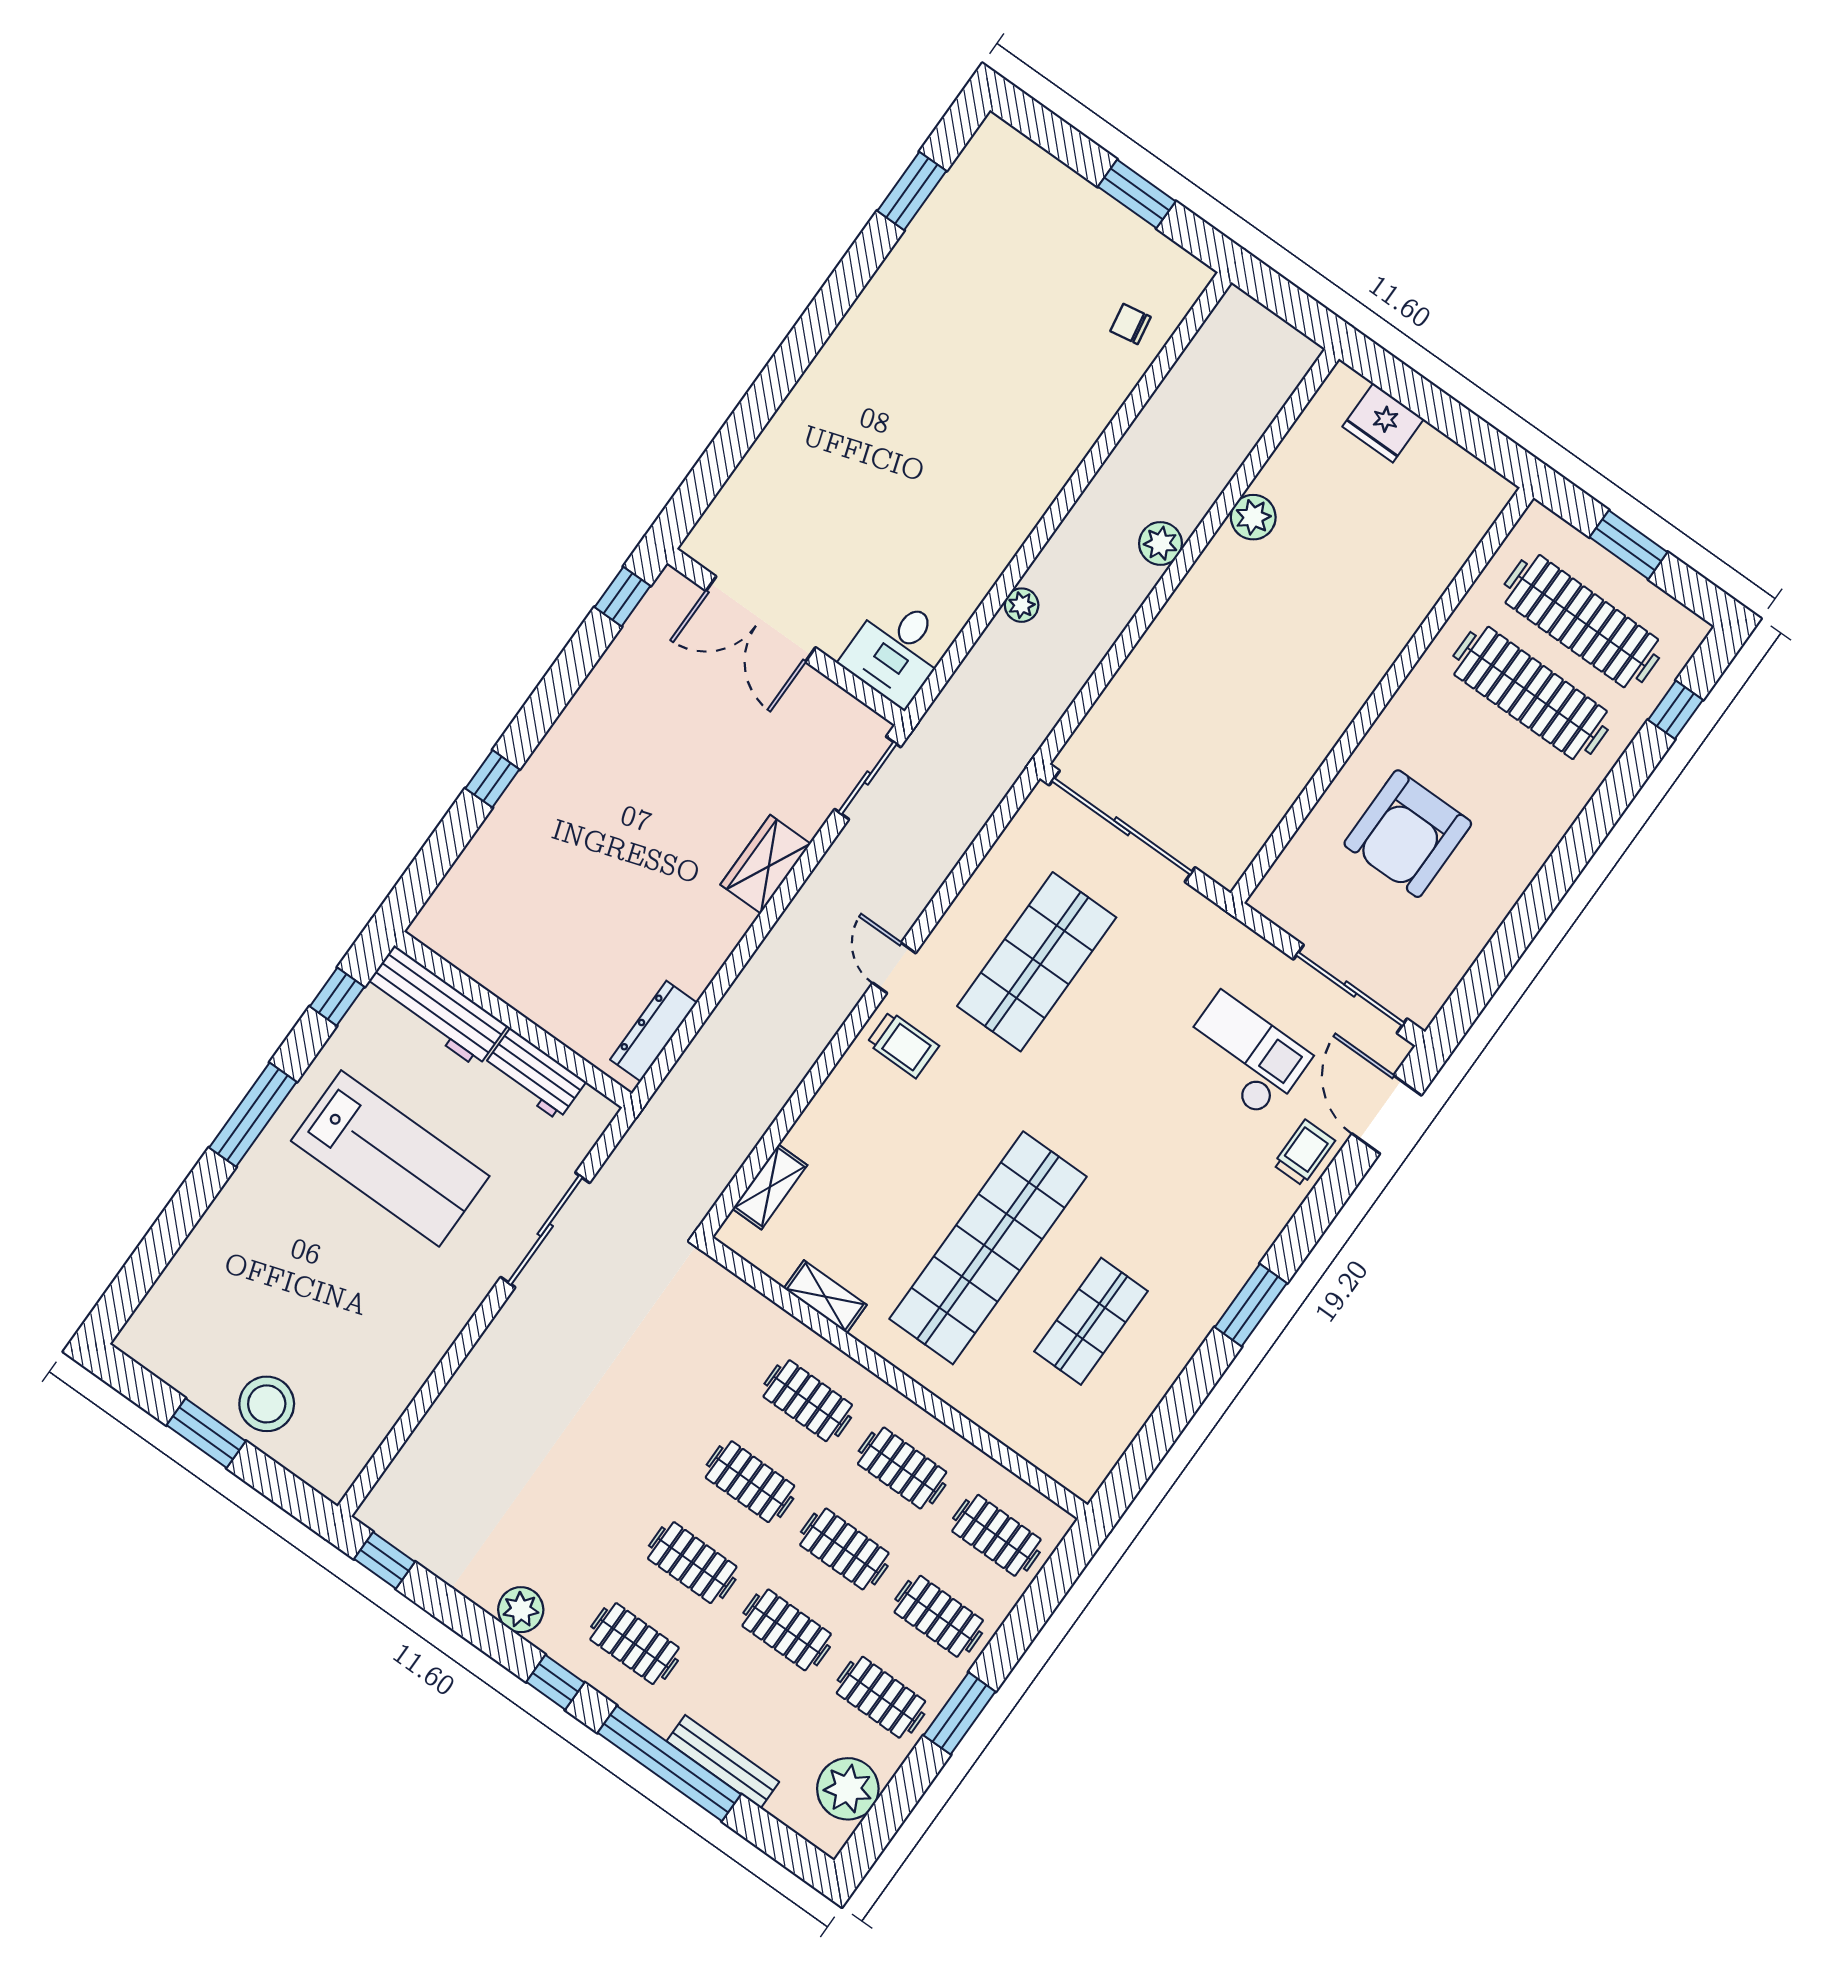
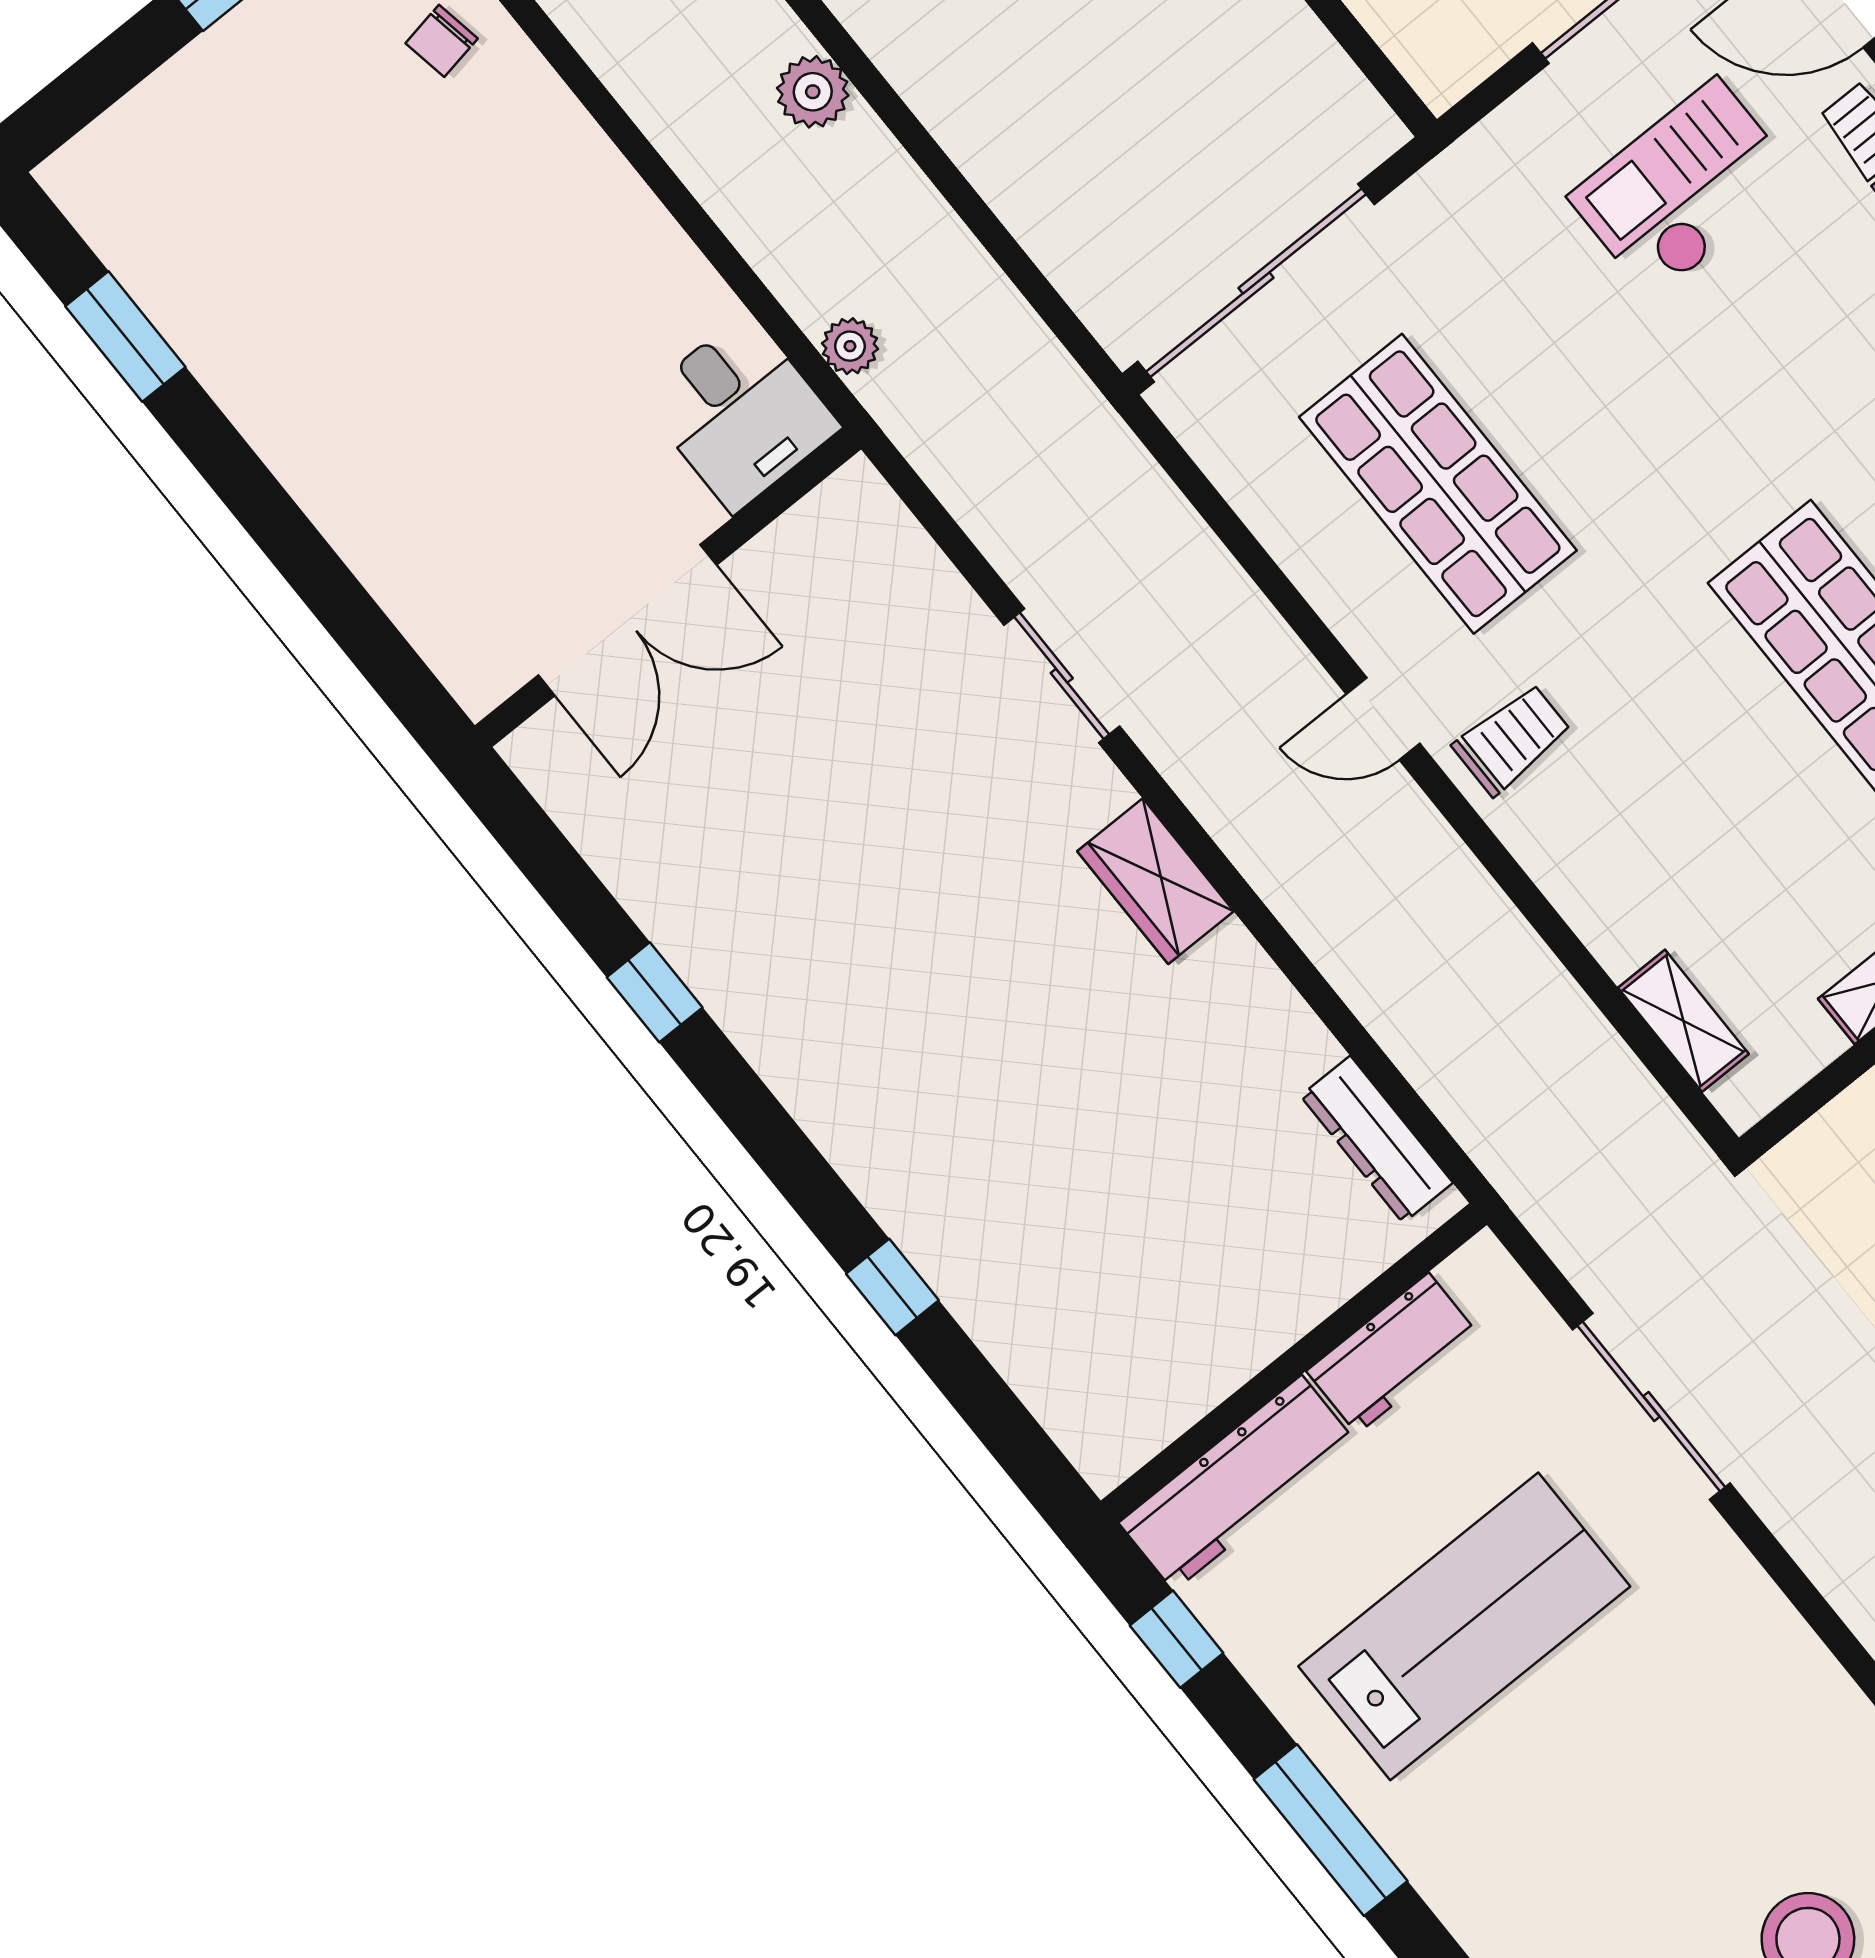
double door: (761, 619) -> (627, 620), moved
wall: (786, 637) -> (668, 587), moved
desk: (897, 650) -> (740, 413), moved

